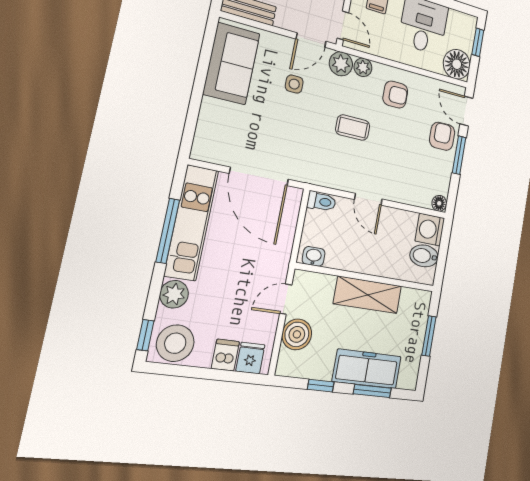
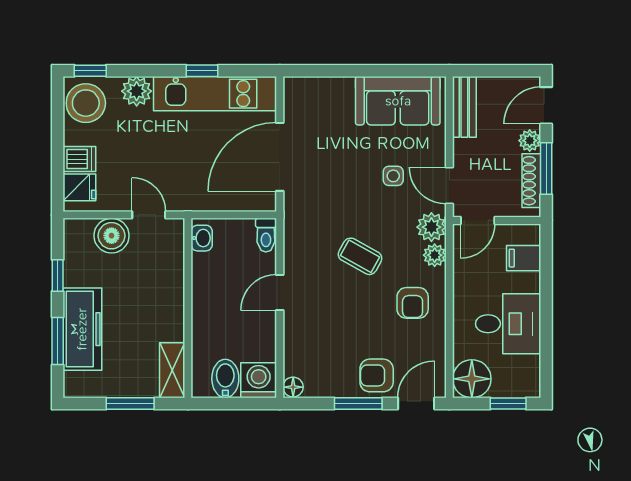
coffee table: (353, 128) -> (360, 256), turned -61
armchair: (442, 136) -> (377, 375), turned 180
window: (168, 231) -> (202, 71), width x0.46
shelving: (368, 295) -> (172, 370), moved, width x0.67, depth x0.75

